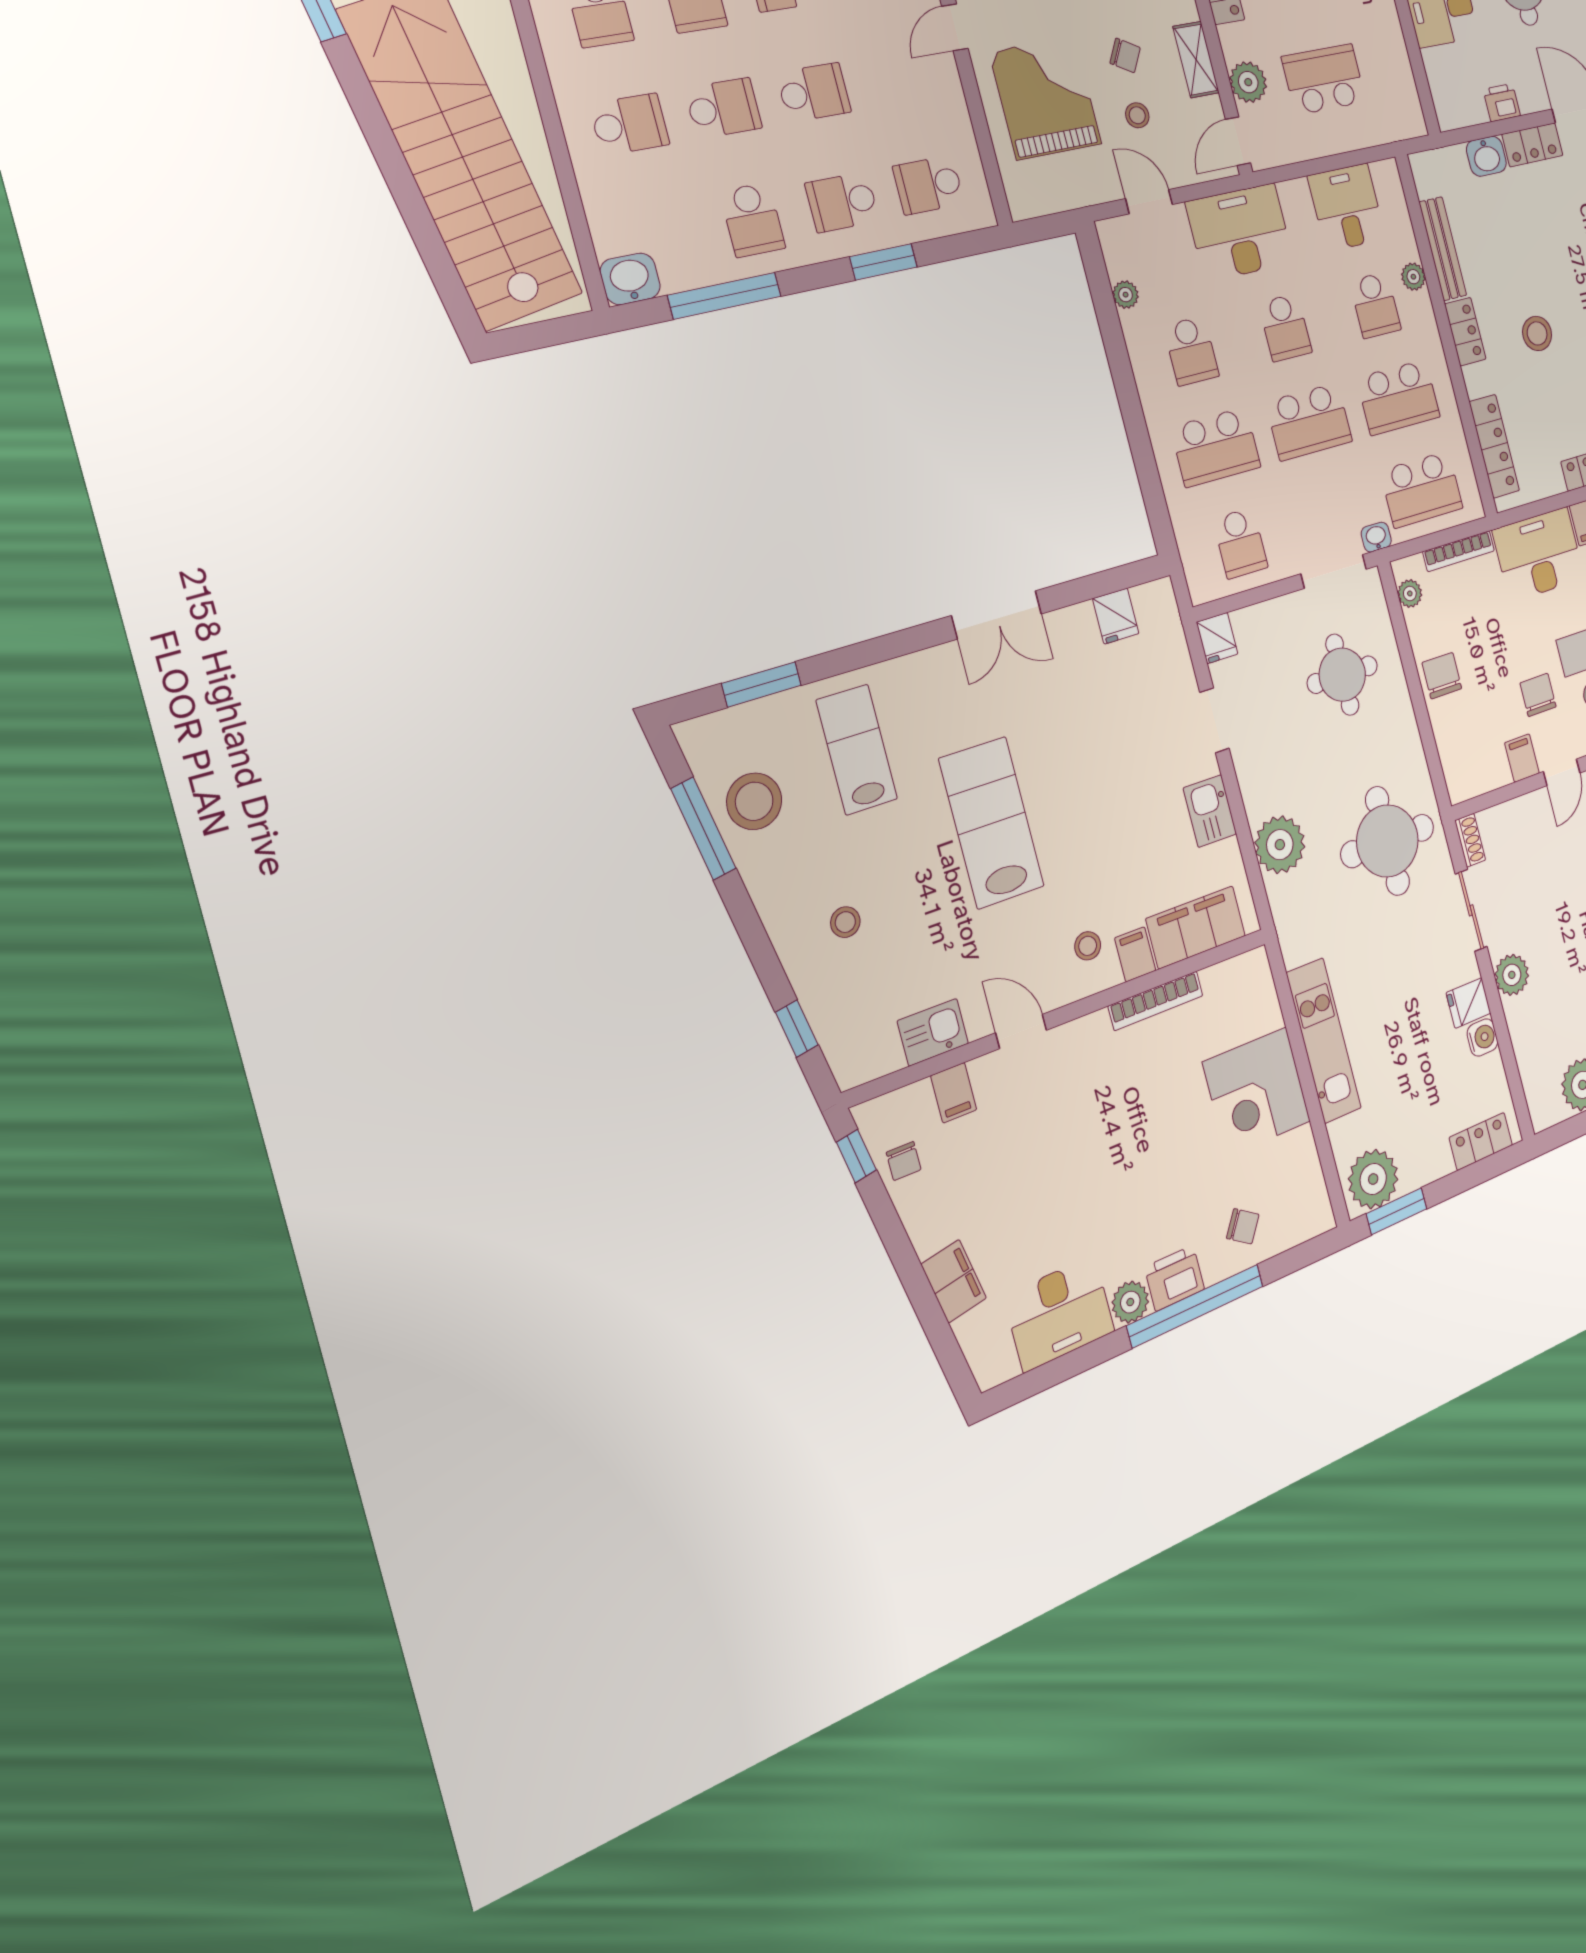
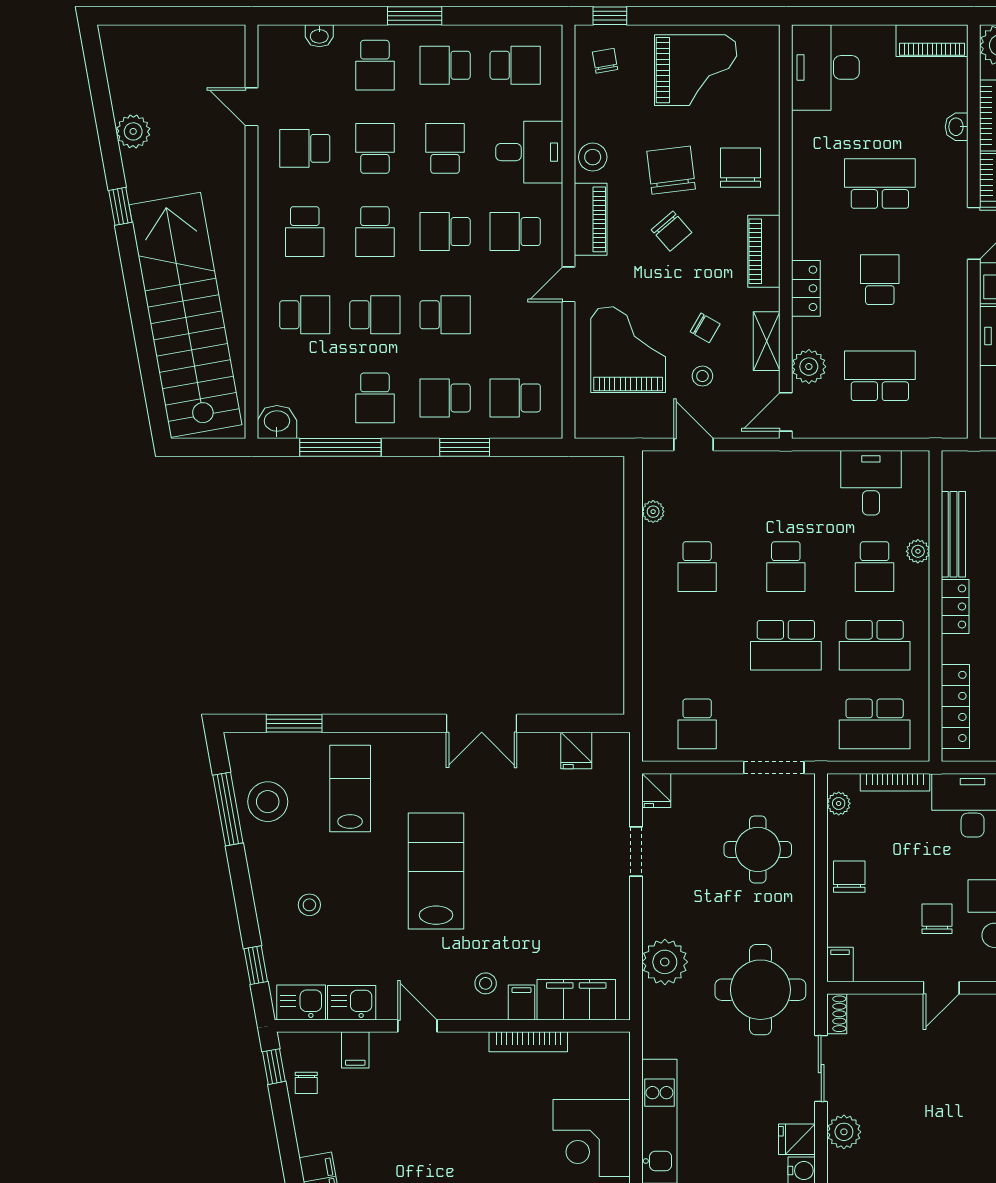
desk: (1240, 232) -> (767, 484), removed
school desk: (1216, 447) -> (697, 645), removed
washbasin: (1376, 537) -> (821, 751), removed
filing cabinet: (1522, 758) -> (840, 964), moved
kitchen sink: (1210, 811) -> (301, 1002), moved, turned 90

